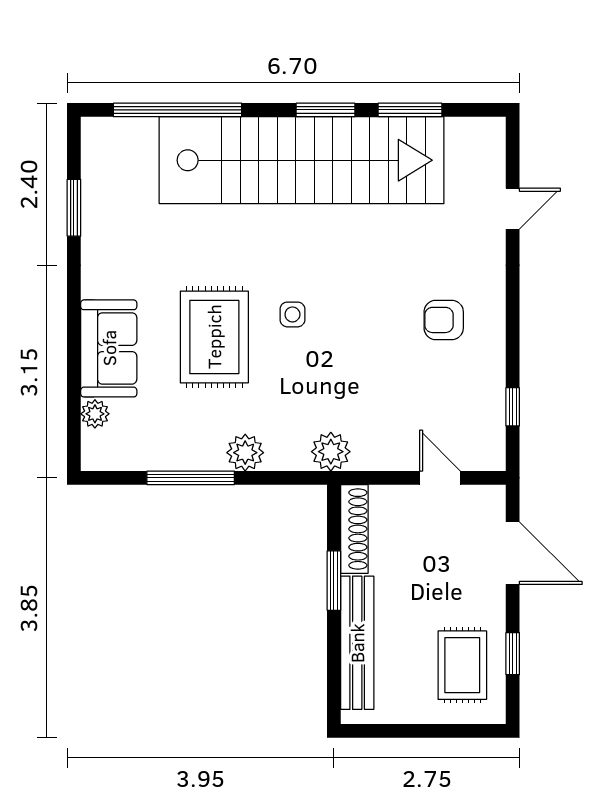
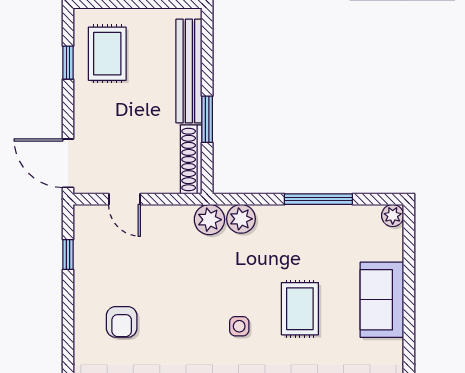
armchair: (444, 320) -> (122, 322), turned 90
rug: (214, 337) -> (300, 309), width x0.73, depth x0.70
plant: (95, 414) -> (393, 216), moved
plant: (245, 453) -> (241, 219), moved
door: (513, 553) -> (68, 163), moved

